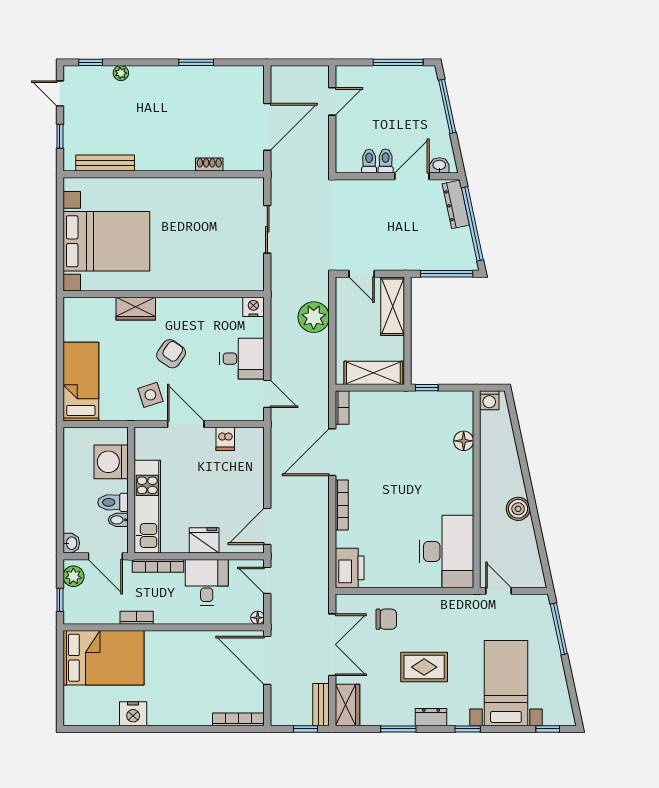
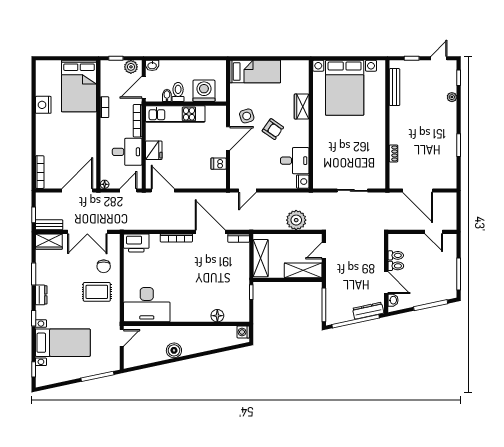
desk: (242, 359) -> (295, 161), moved, turned -90
rug: (424, 667) -> (97, 292), moved, turned 90

